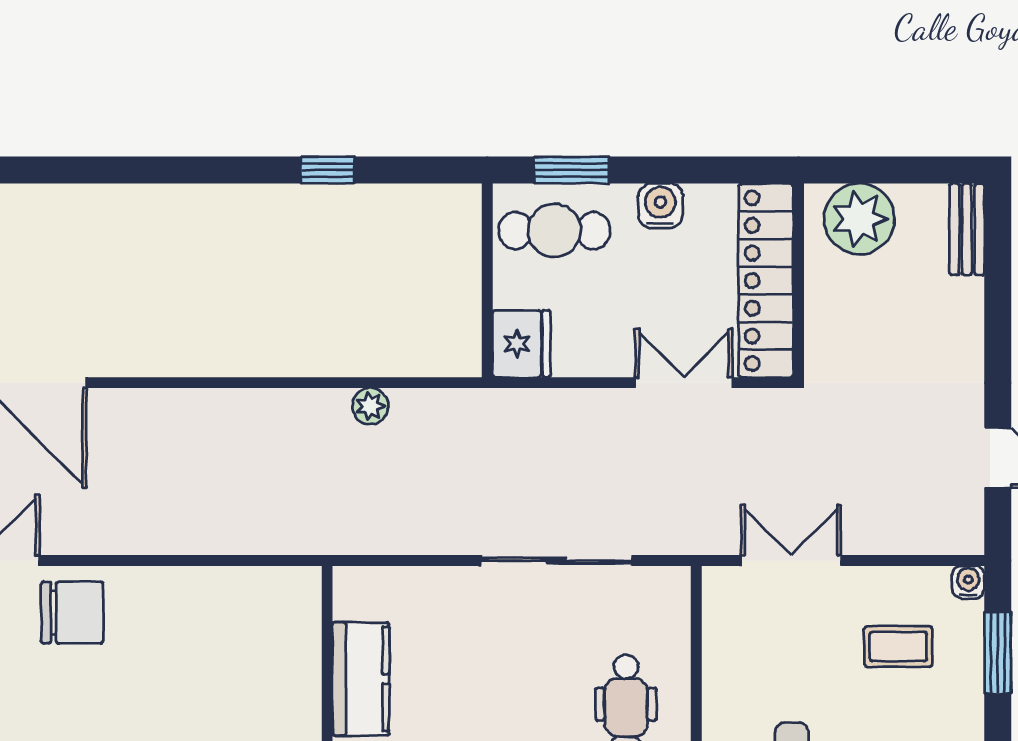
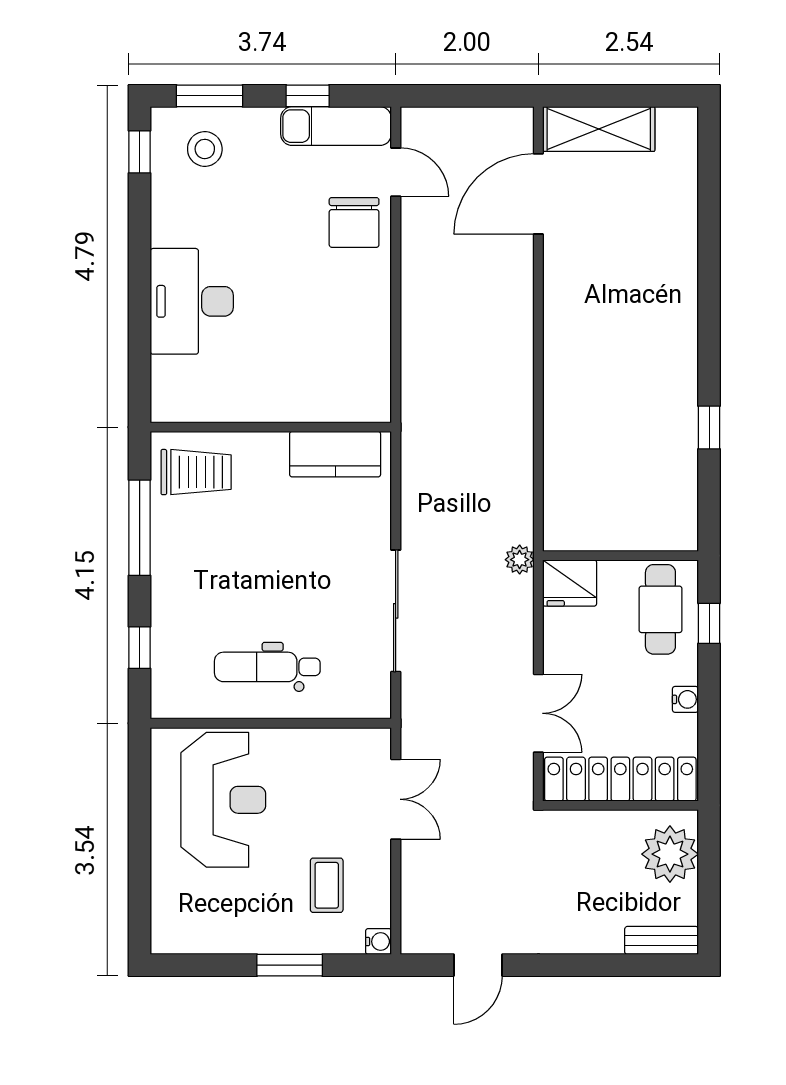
window: (572, 170) -> (709, 623), width x0.67
water cooler: (660, 206) -> (685, 699), width x0.72, depth x0.72
plant: (370, 406) -> (520, 560), moved
window: (998, 653) -> (290, 965), moved
kitchen counter: (361, 679) -> (335, 454), moved

